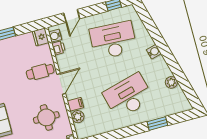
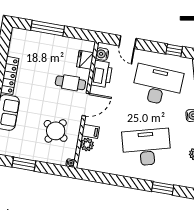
door: (72, 16) -> (128, 42), hinge flipped
fridge: (41, 37) -> (85, 60), moved
printer: (59, 48) -> (102, 74), width x1.87, depth x1.48
round table: (46, 117) -> (56, 131), turned 32

